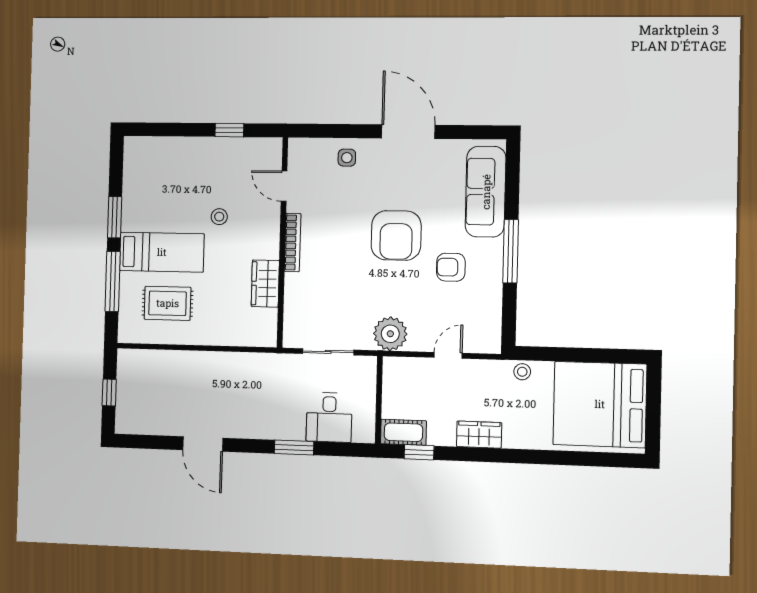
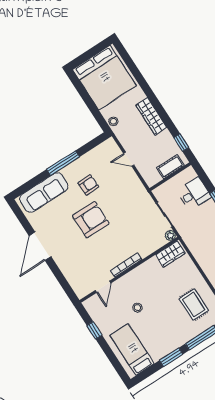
side table: (347, 158) -> (71, 266), removed
bed: (162, 252) -> (132, 349), moved
armchair: (451, 267) -> (88, 185), turned -92
wardrobe: (265, 283) -> (170, 254), moved
plant: (390, 334) -> (170, 235), moved, width x0.53, depth x0.53
cot: (403, 432) -> (170, 167), moved, turned 90
wardrobe: (479, 435) -> (151, 116), width x1.50

